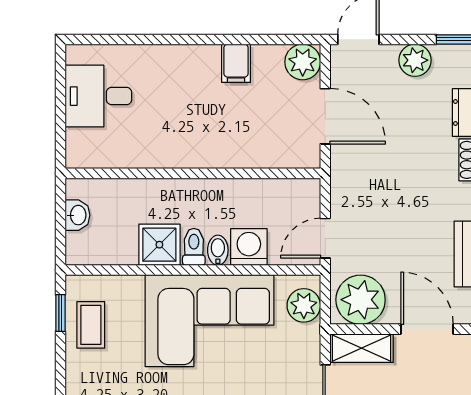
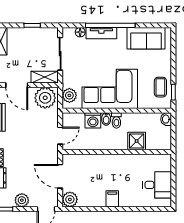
filing cabinet: (236, 63) -> (112, 199), moved
washbasin: (77, 215) -> (166, 119), moved
door: (325, 238) -> (60, 136), moved
shower: (159, 245) -> (137, 141), moved

